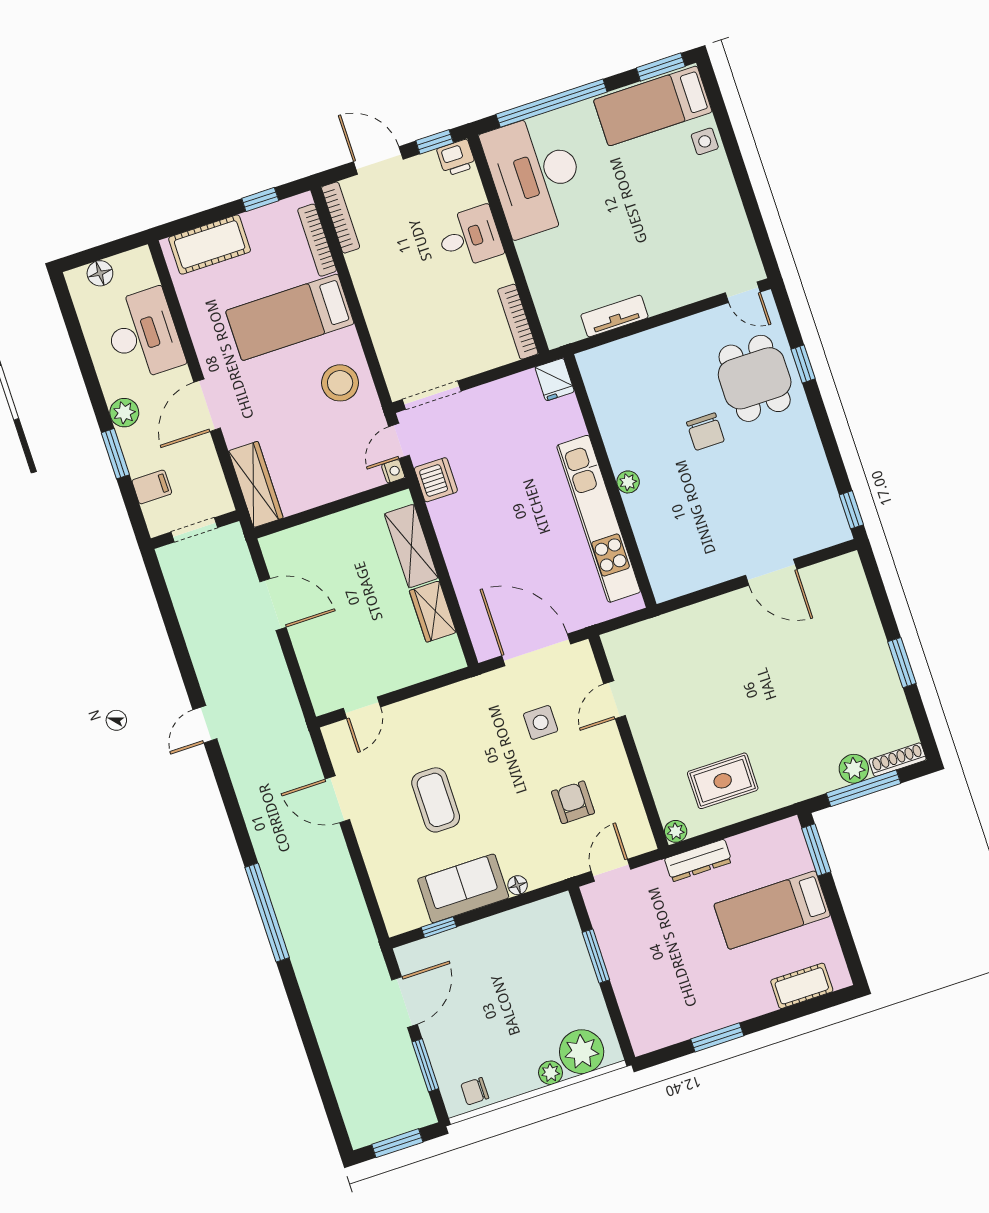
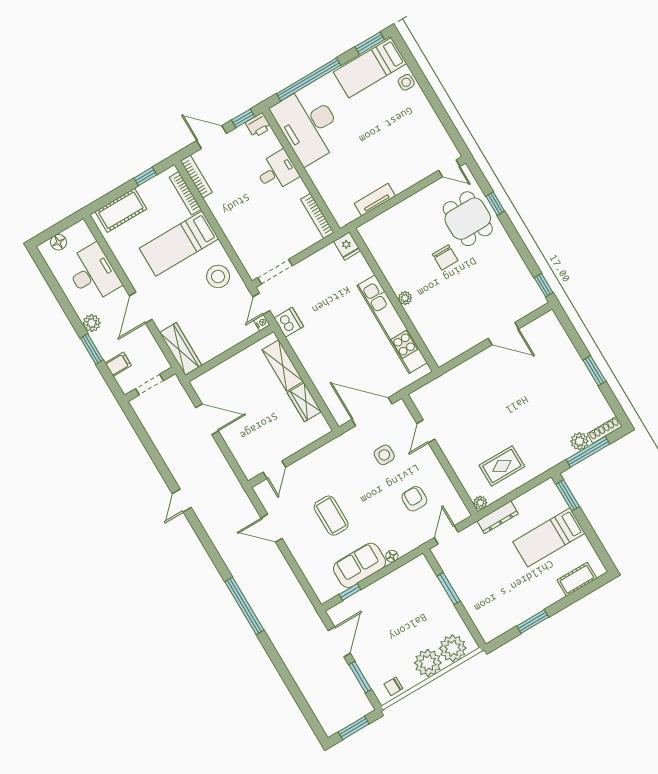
plant: (551, 1073) -> (428, 663), width x1.88, depth x1.88

